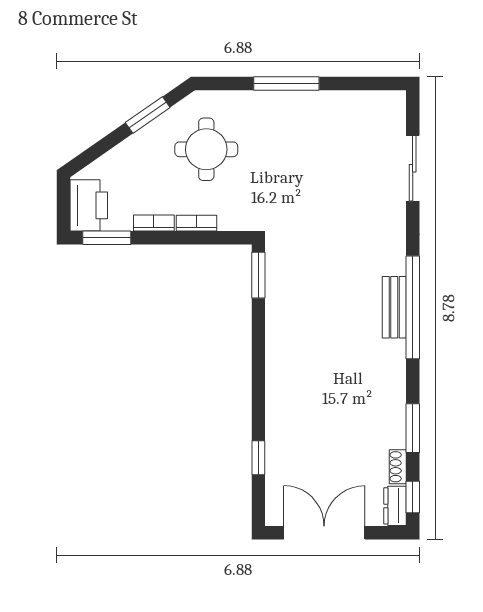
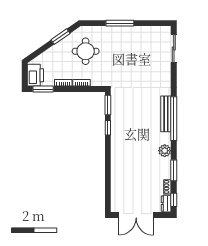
sliding door: (413, 168) -> (174, 48), moved
bench: (394, 307) -> (166, 114), width x1.36
plant: (391, 382) -> (165, 151), added
window: (258, 458) -> (108, 128), moved
double door: (324, 533) -> (136, 215), swing flipped

